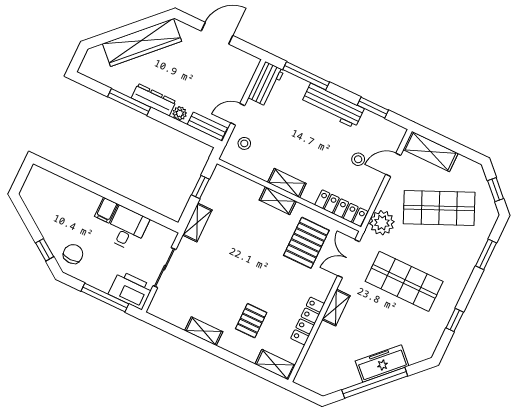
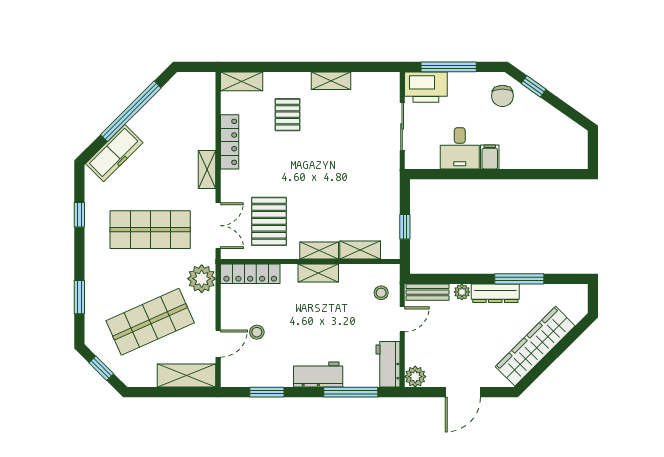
plant: (249, 64) -> (415, 377), added
workbench: (333, 106) -> (318, 374), width x0.73
shelving: (197, 223) -> (360, 250), moved, turned 90
freezer: (382, 363) -> (114, 153), moved

